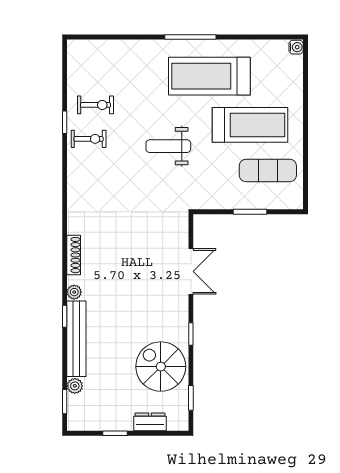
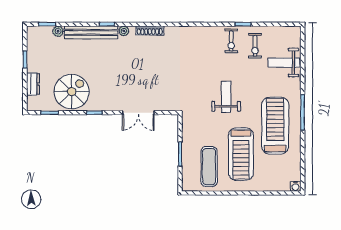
weight bench: (119, 64) -> (284, 63), added

